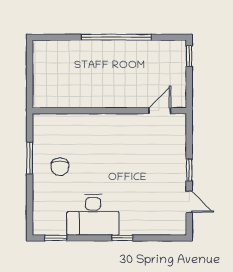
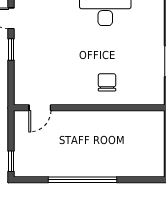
chair: (60, 167) -> (107, 82), moved

